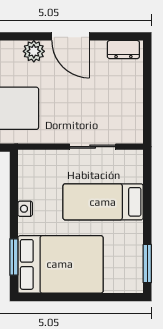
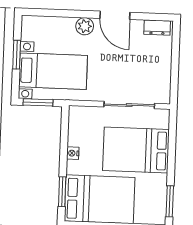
sliding door: (93, 147) -> (129, 105), width x1.37
bed: (103, 202) -> (136, 150), width x1.50

